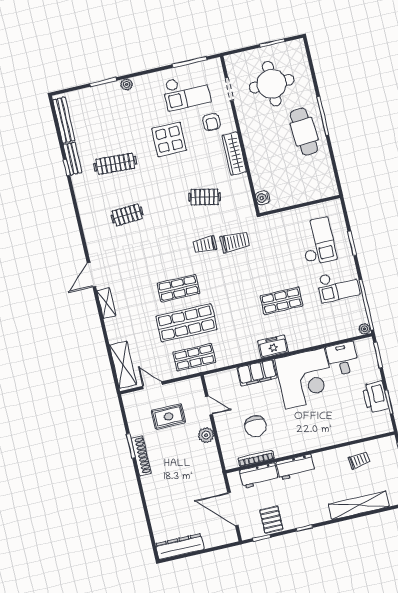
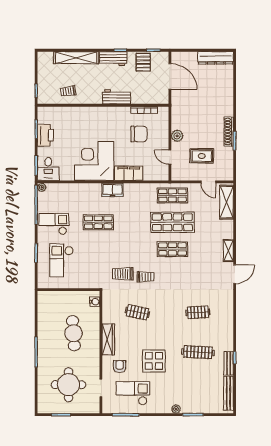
cafe table: (304, 132) -> (73, 333), moved
desk: (343, 359) -> (48, 169), moved
chair: (256, 426) -> (139, 134), turned 90
workbench: (259, 475) -> (113, 59), moved, turned 180

